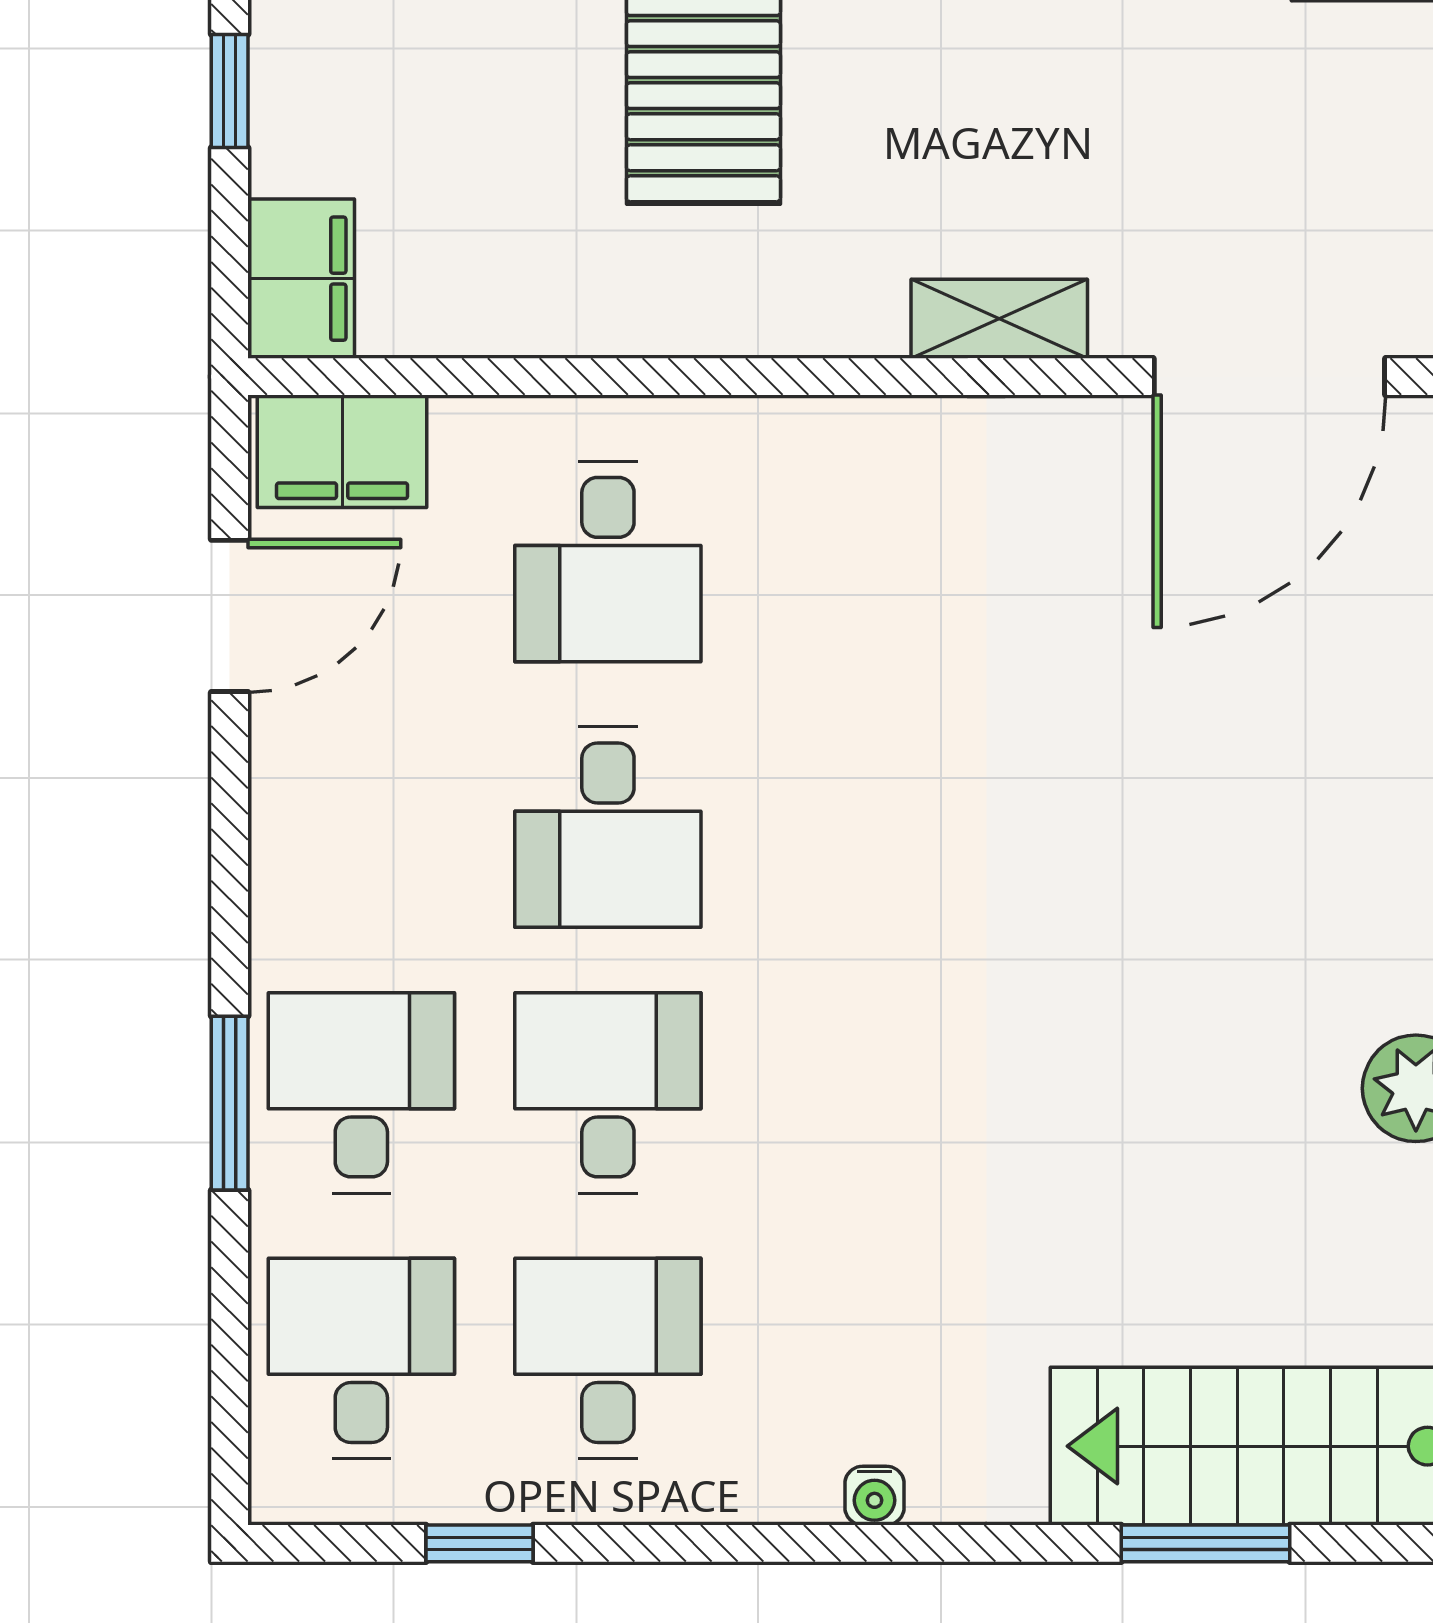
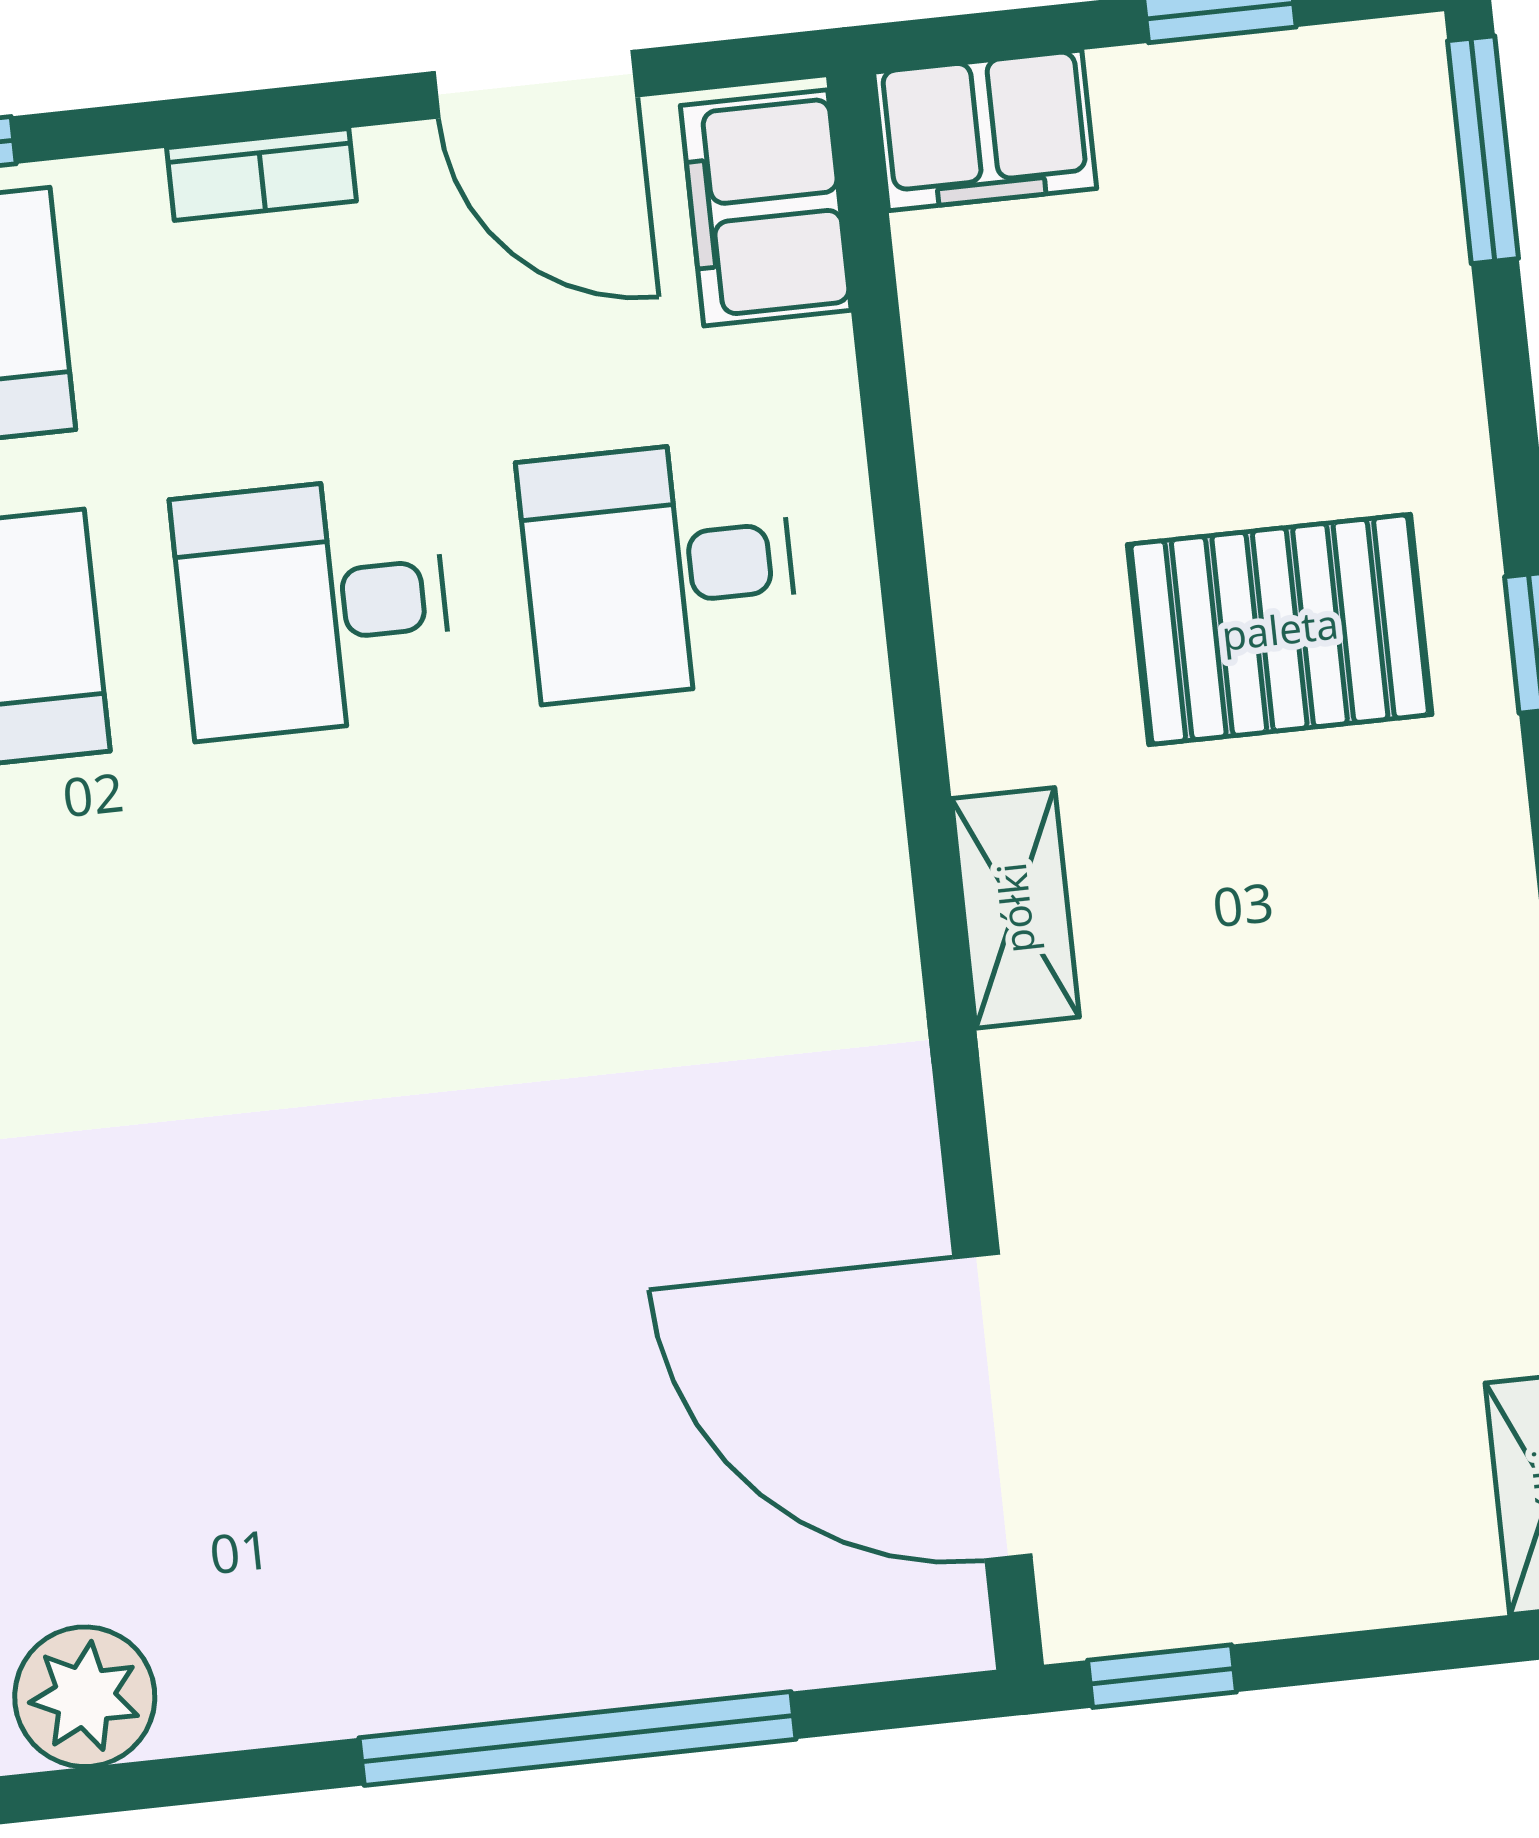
shelving: (999, 319) -> (1015, 908), moved
bookcase: (276, 831) -> (262, 174), added

